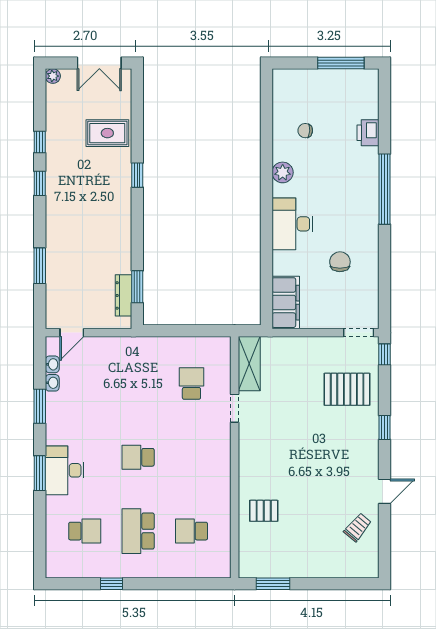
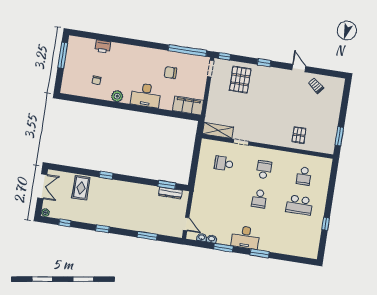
window: (40, 142) -> (65, 223), moved
window: (384, 189) -> (187, 51), moved
desk: (65, 470) -> (245, 237), moved
school desk: (85, 531) -> (264, 170), moved

